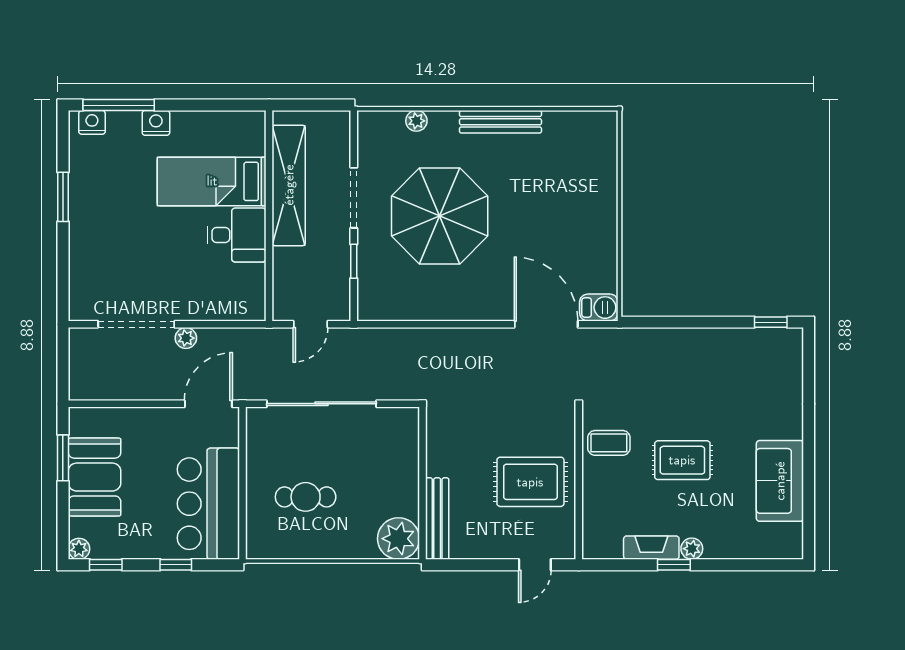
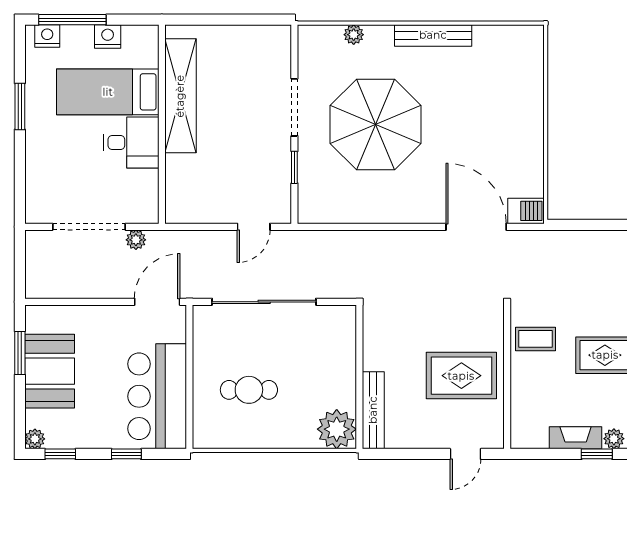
bed: (212, 181) -> (108, 92), moved
shelving: (289, 185) -> (180, 96), moved
wall: (269, 216) -> (162, 124), moved
desk: (237, 235) -> (131, 142), moved

